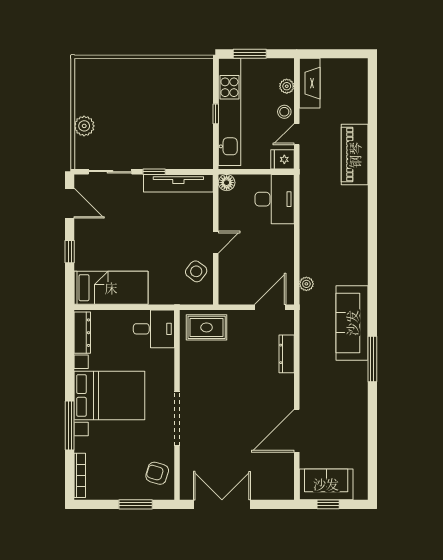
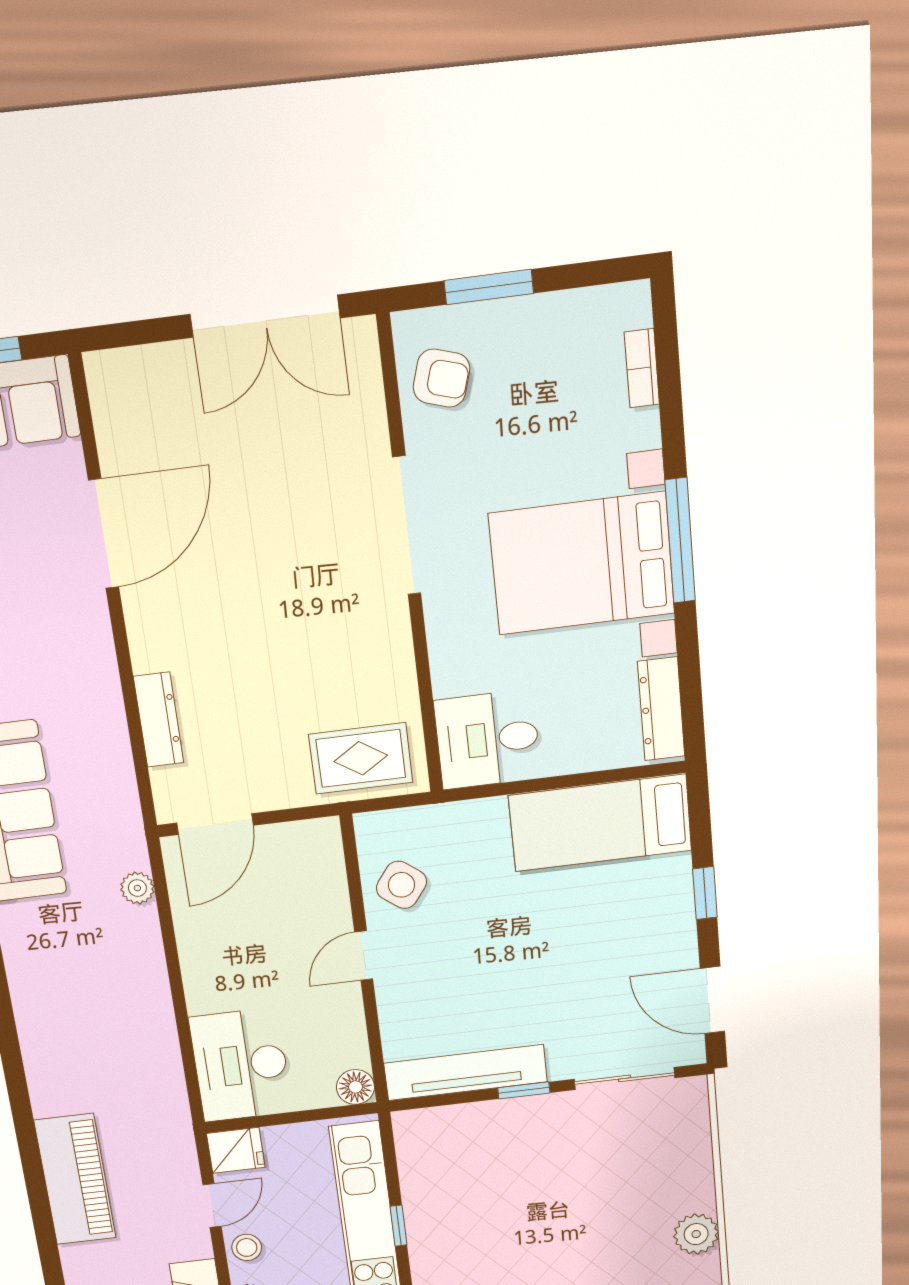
plant: (84, 126) -> (696, 1234), moved
window: (70, 425) -> (680, 541), moved
bookcase: (80, 475) -> (642, 368), width x0.64

